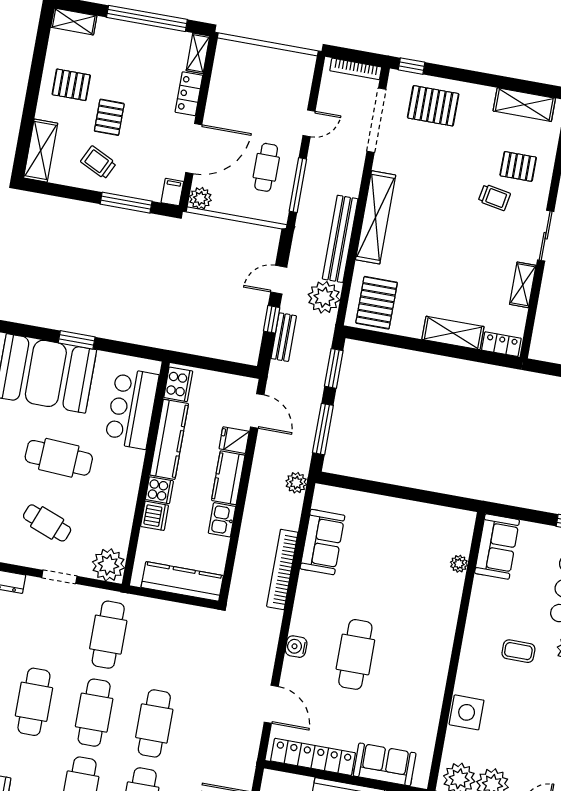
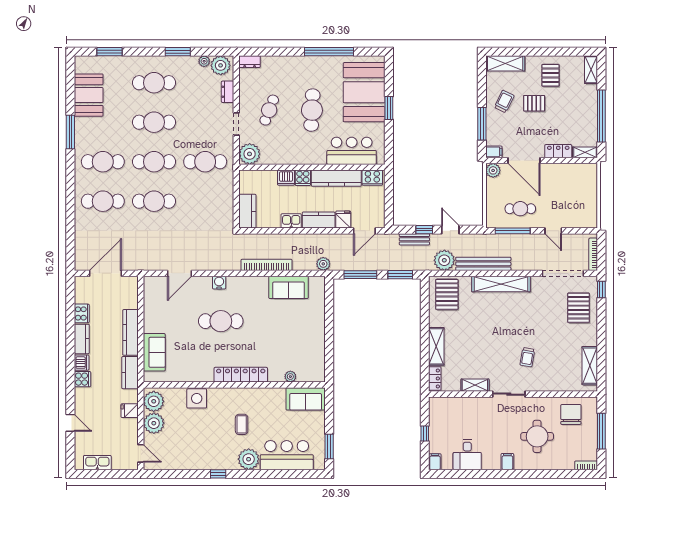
pallet: (518, 166) -> (550, 369), removed
pallet: (377, 303) -> (447, 294), turned 90
kitchen counter: (182, 581) -> (247, 211), width x0.67
locker: (313, 757) -> (241, 375), moved, turned -90

